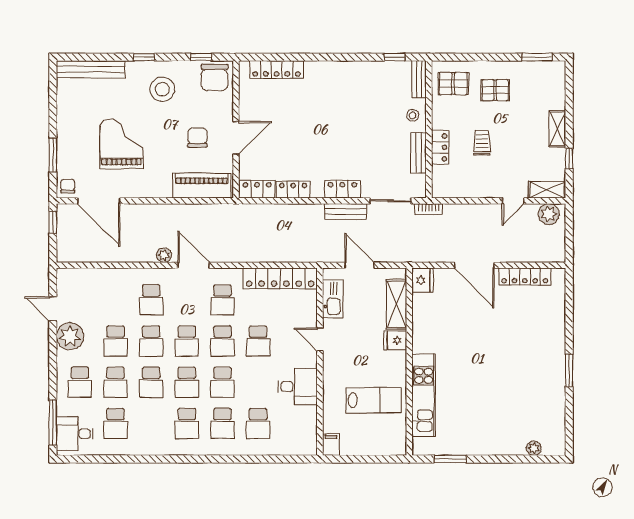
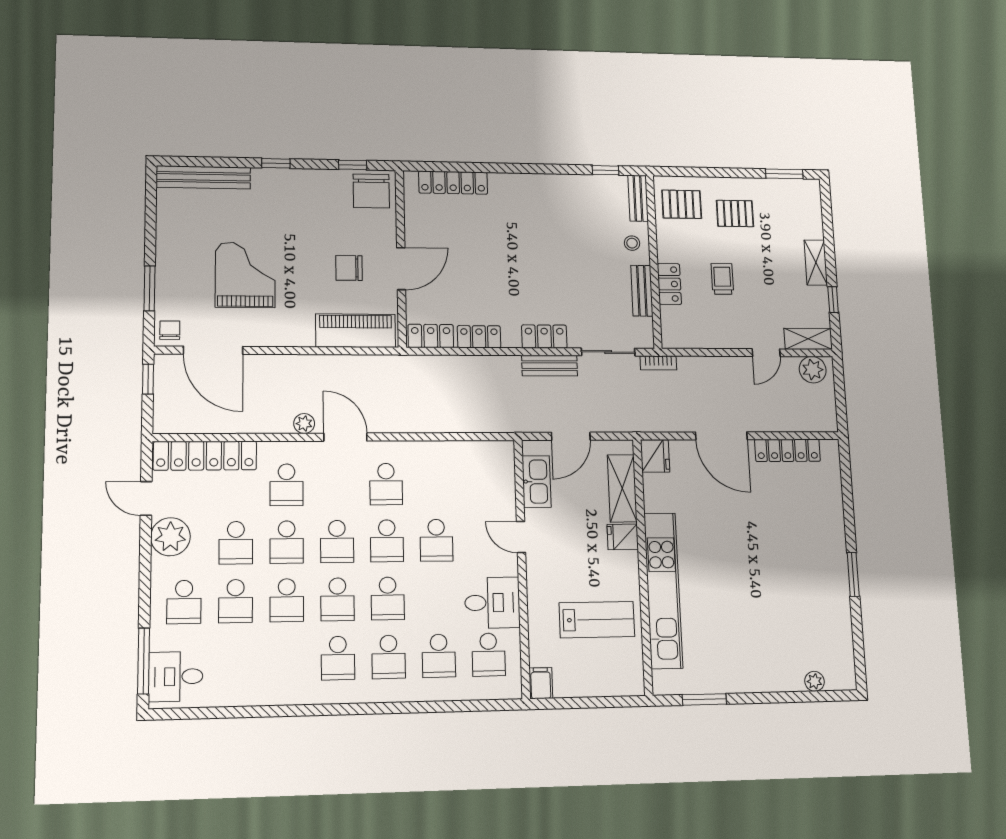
stool: (162, 89) -> (301, 205), removed
chair: (197, 138) -> (349, 268), turned -90
door: (359, 265) -> (571, 436), swing flipped
locker: (280, 278) -> (205, 456), moved
kitchen unit: (424, 395) -> (663, 590), width x1.36
school desk: (116, 423) -> (489, 655), moved

